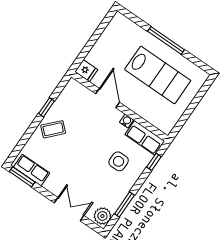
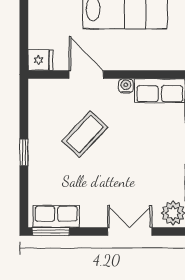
window: (47, 107) -> (24, 152), moved
coffee table: (53, 129) -> (85, 134), moved, width x1.36, depth x1.30
side table: (119, 161) -> (148, 138), removed

